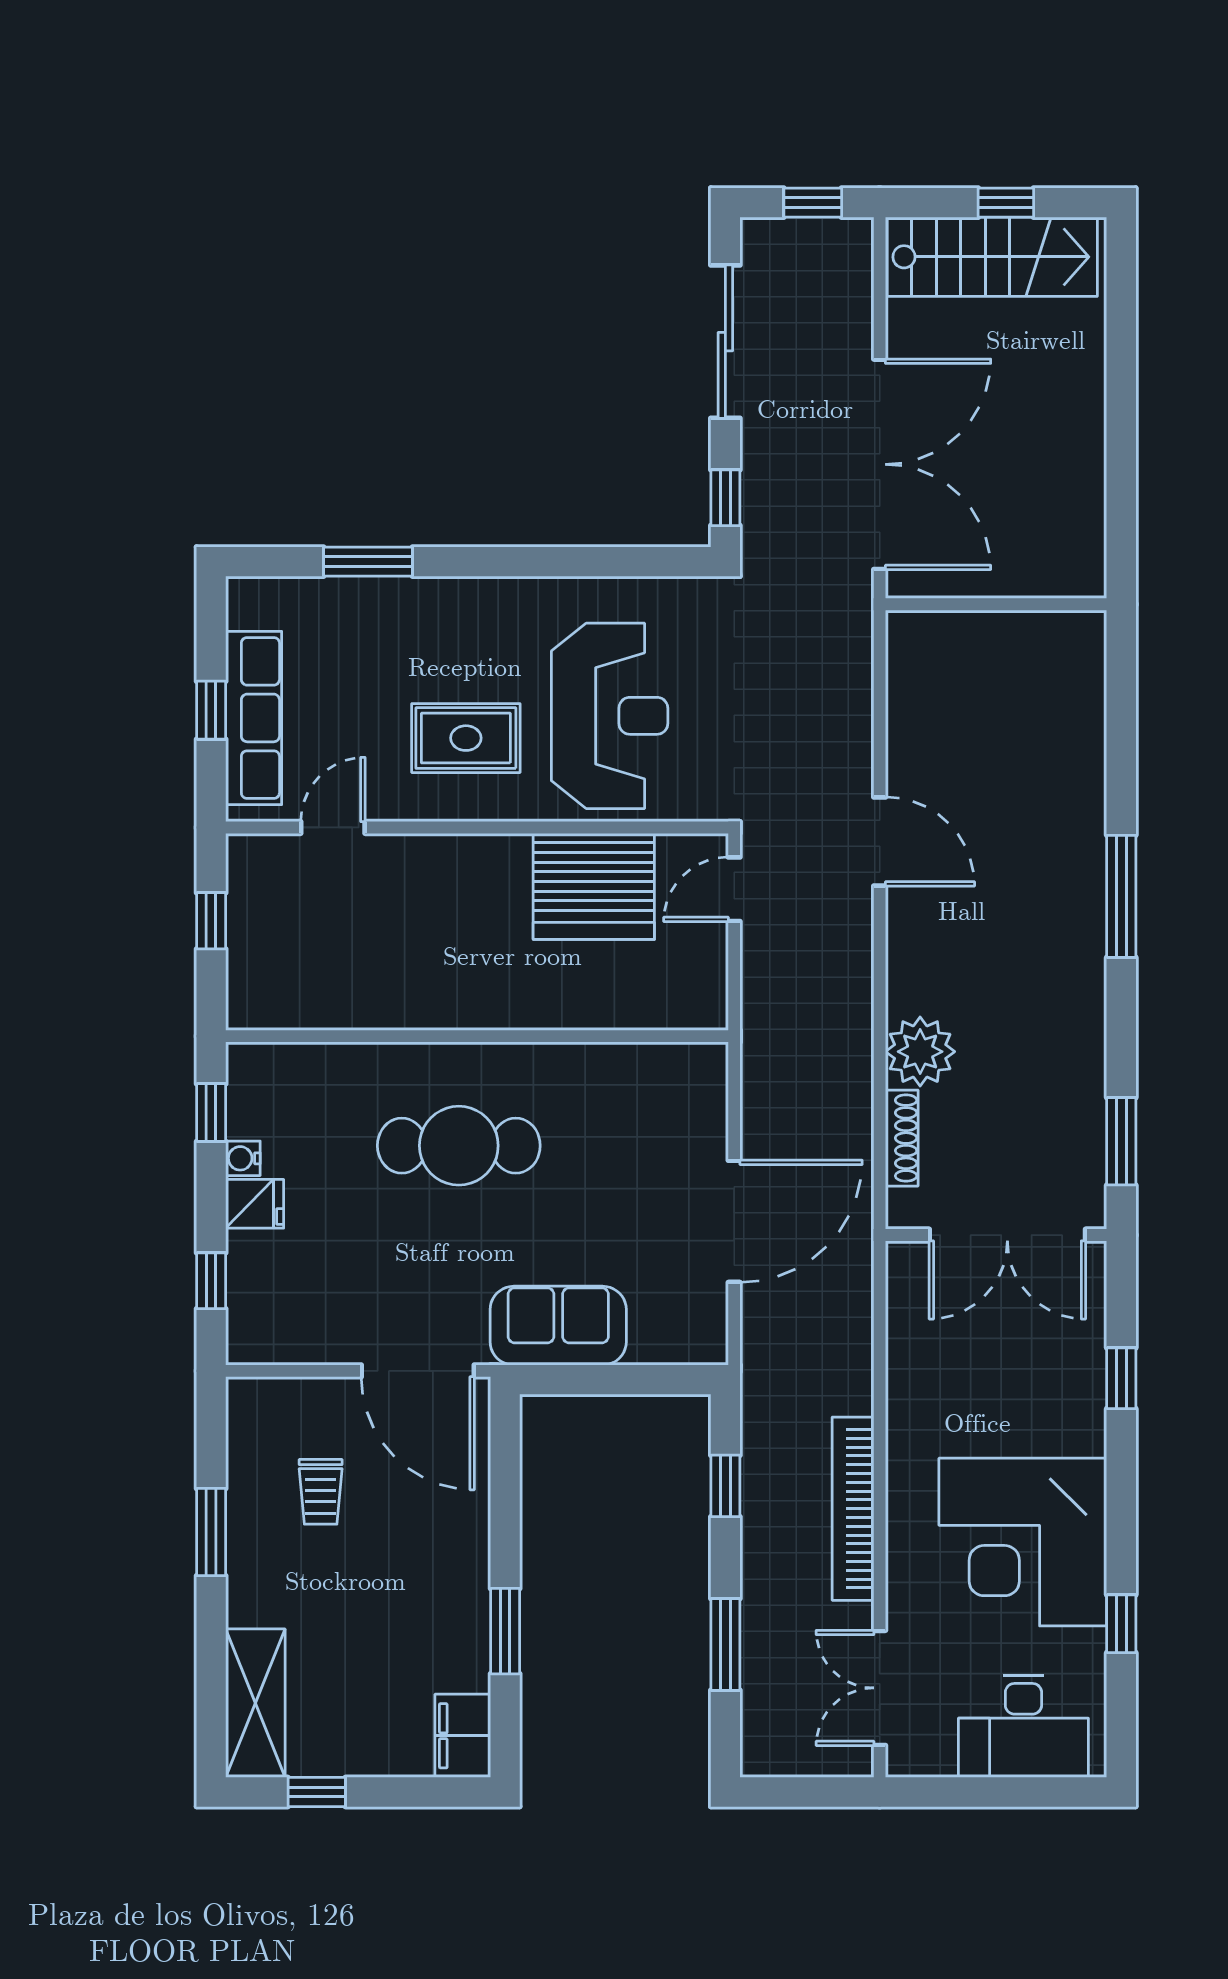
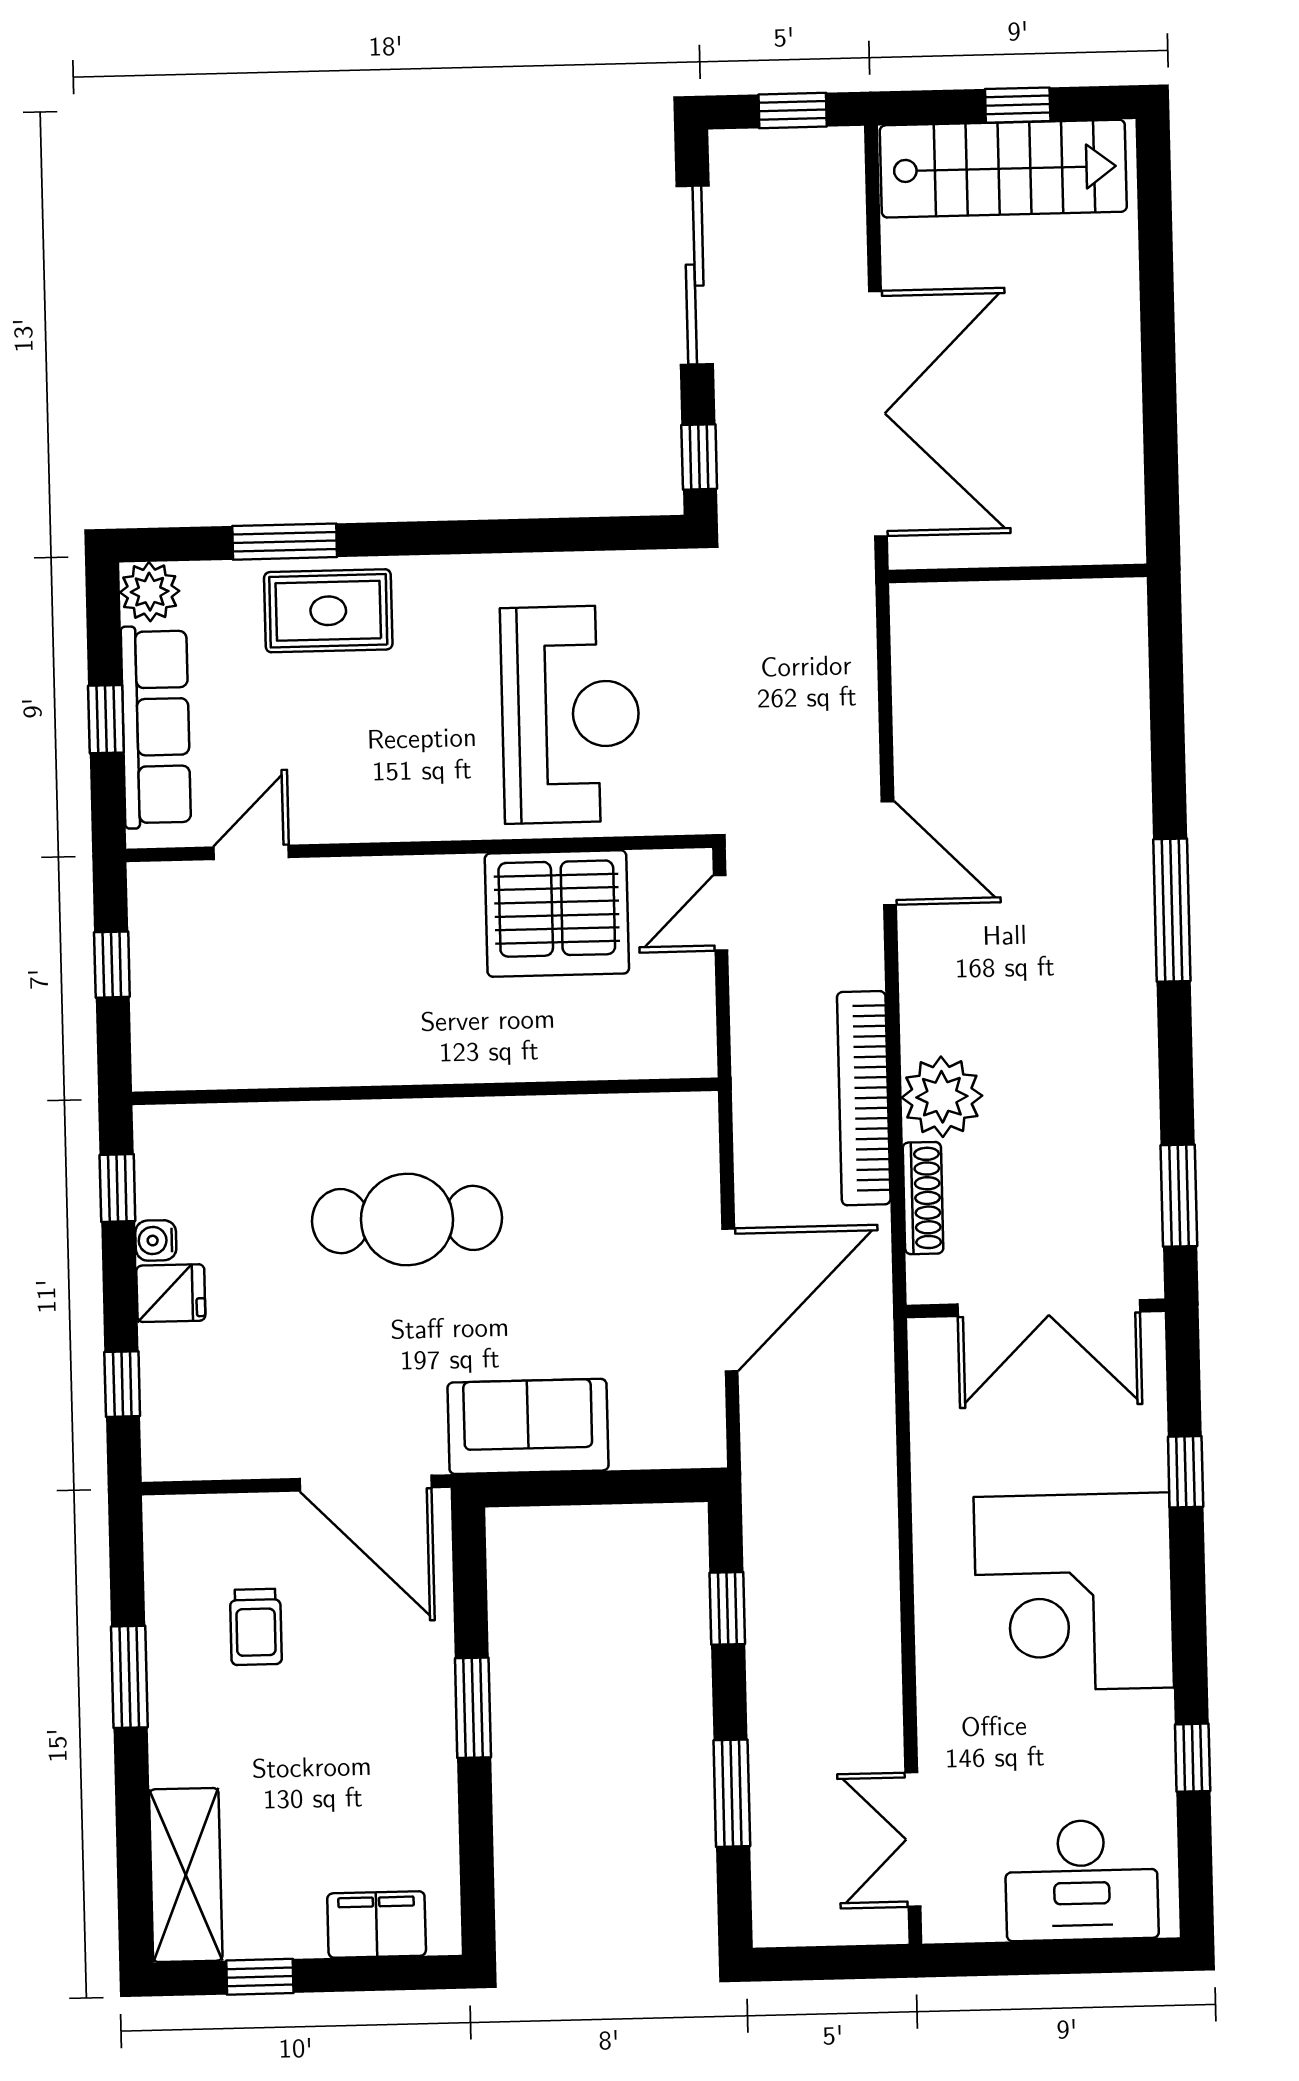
plant: (251, 602) -> (150, 592), added
rug: (466, 738) -> (328, 611), moved
bookcase: (853, 1509) -> (864, 1098), moved
corner desk: (1023, 1542) -> (1074, 1592), moved
window: (505, 1631) -> (473, 1708), moved
filing cabinet: (463, 1736) -> (377, 1925), moved, turned 90

